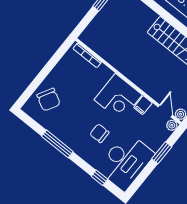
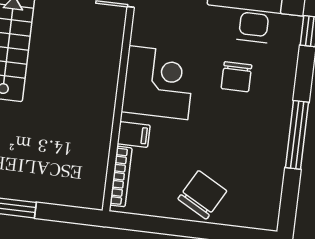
chair: (49, 100) -> (202, 195), moved
filing cabinet: (143, 105) -> (134, 134), moved

